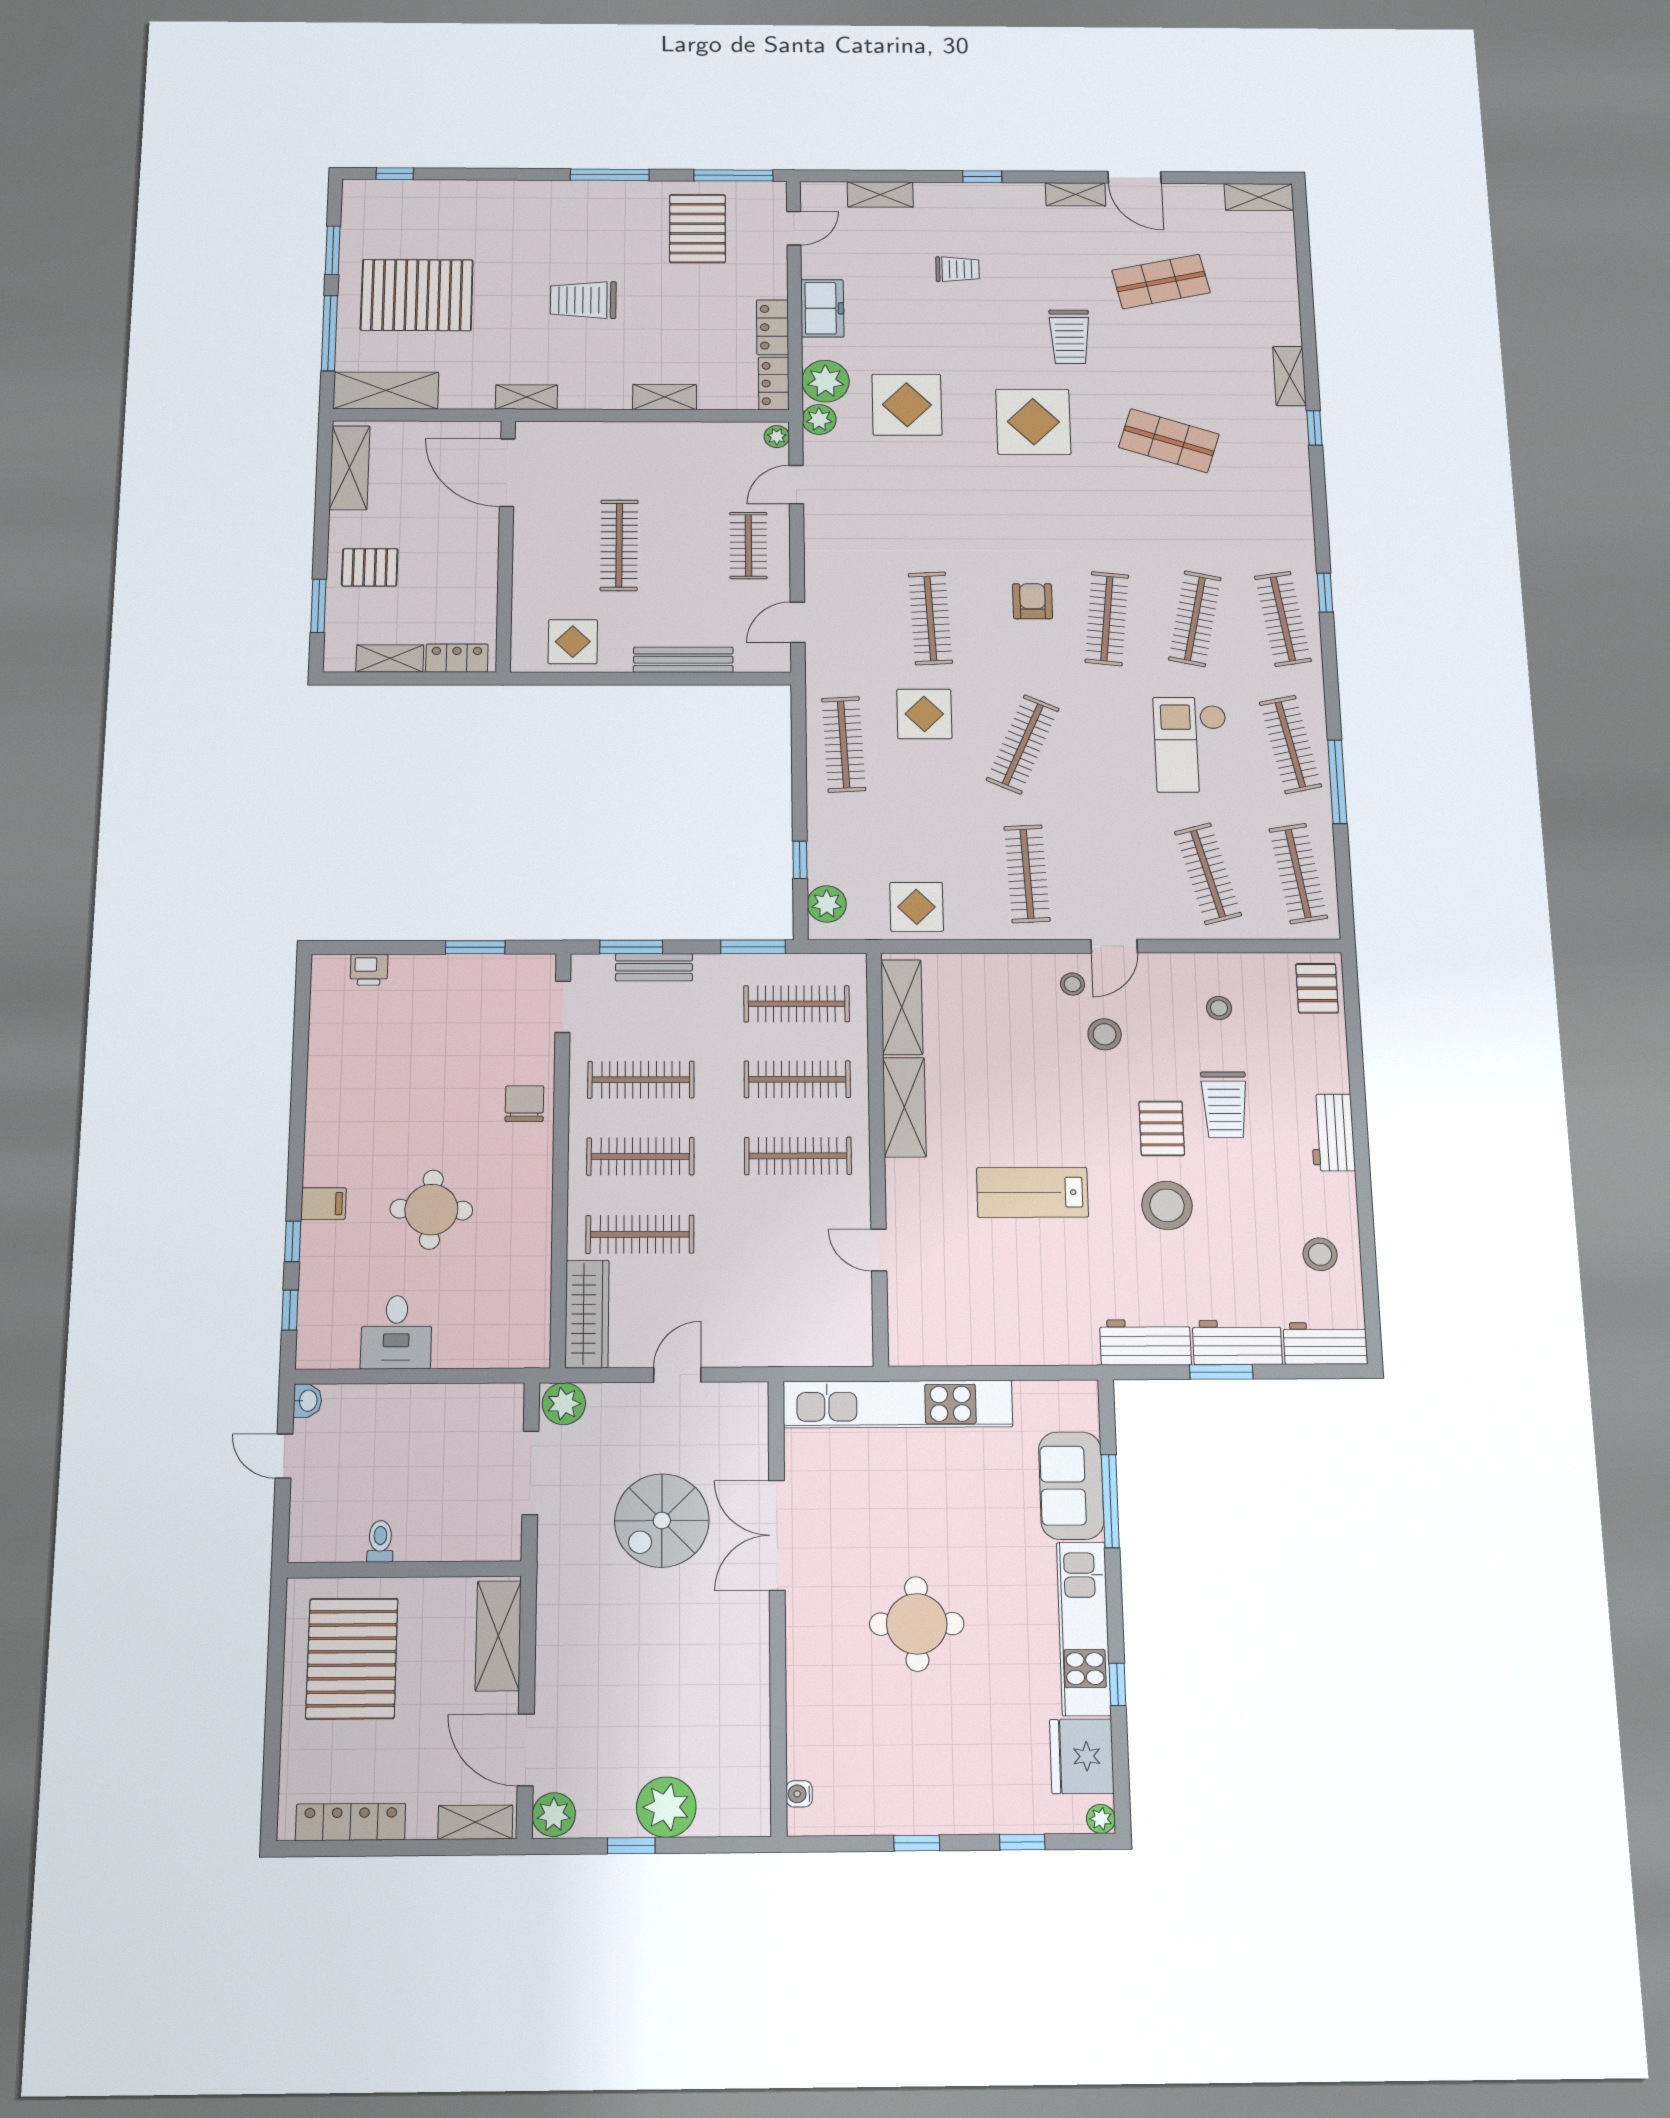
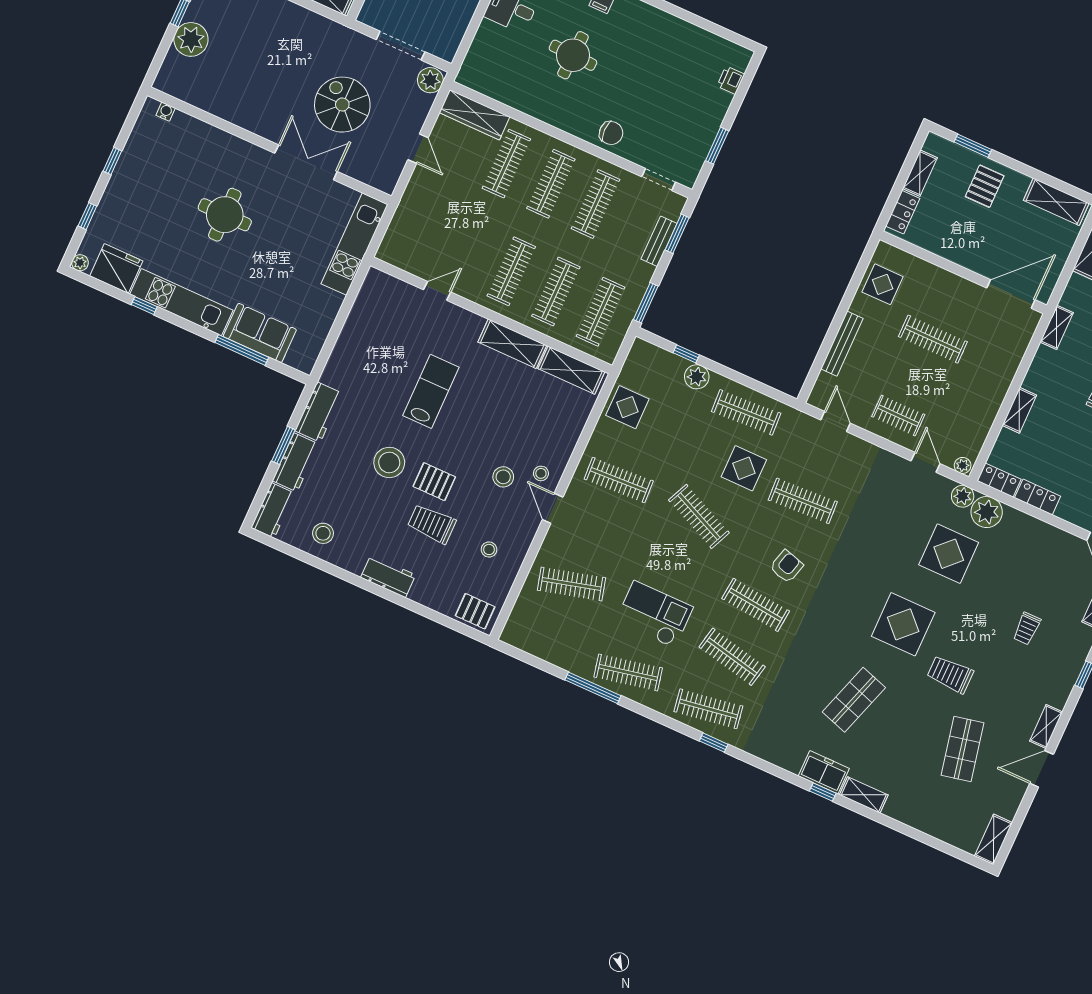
freezer: (822, 308) -> (824, 772), moved, turned 180
armchair: (1033, 601) -> (786, 566), turned -74
clothes rail: (1298, 873) -> (548, 636), removed
plant: (827, 904) -> (697, 377), moved
kitchen unit: (898, 1404) -> (354, 244), width x0.73

